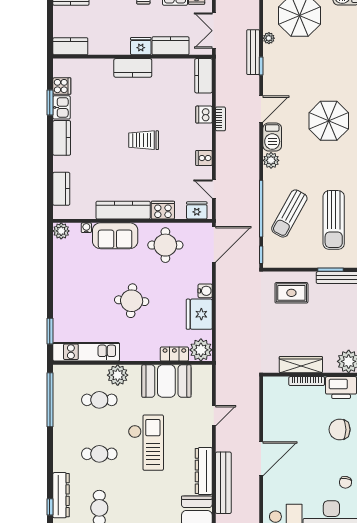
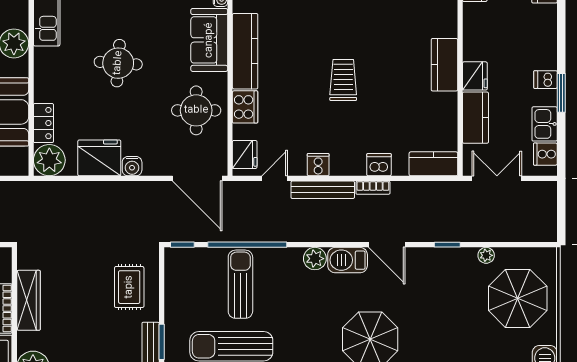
bench: (253, 52) -> (323, 190), moved
sun lounger: (289, 213) -> (240, 284), turned 61

